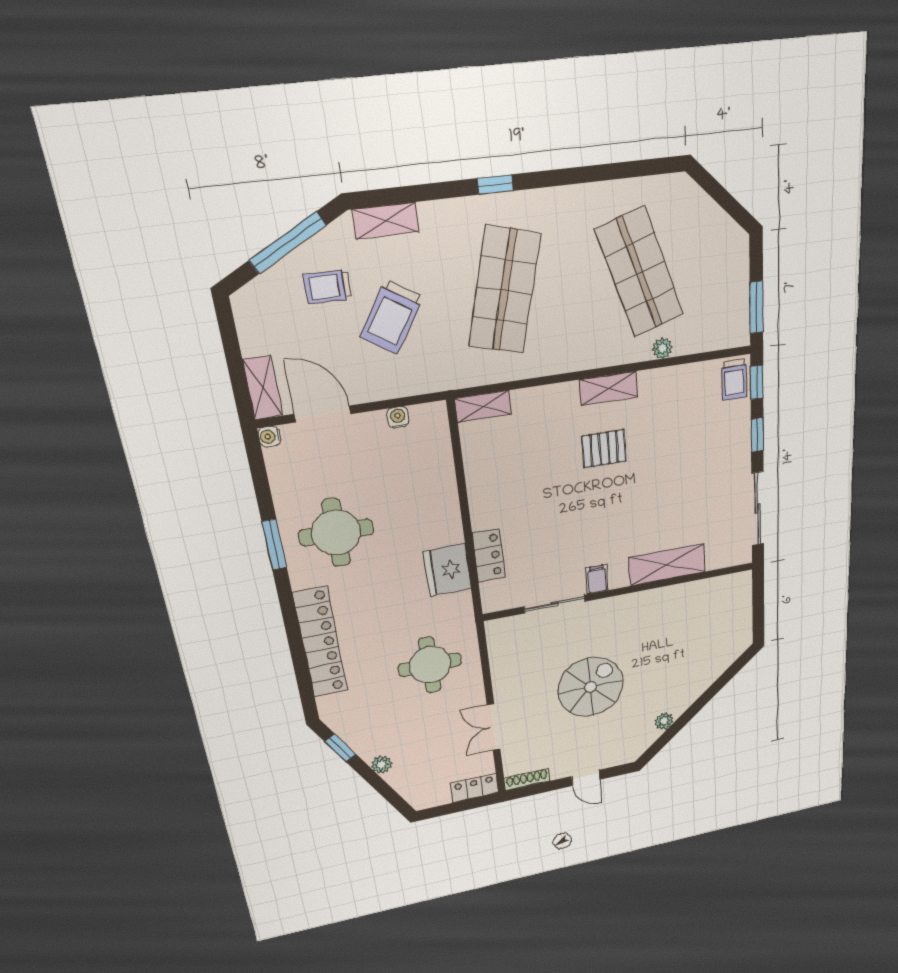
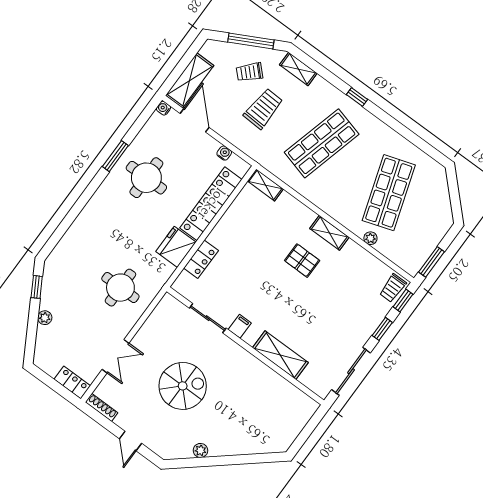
trolley: (328, 287) -> (249, 72), turned -45
trolley: (392, 317) -> (263, 109), turned 150
shelving: (263, 388) -> (190, 80), width x1.50, depth x1.33
locker: (320, 642) -> (211, 204), moved, turned 180
double door: (493, 727) -> (116, 356), swing flipped

